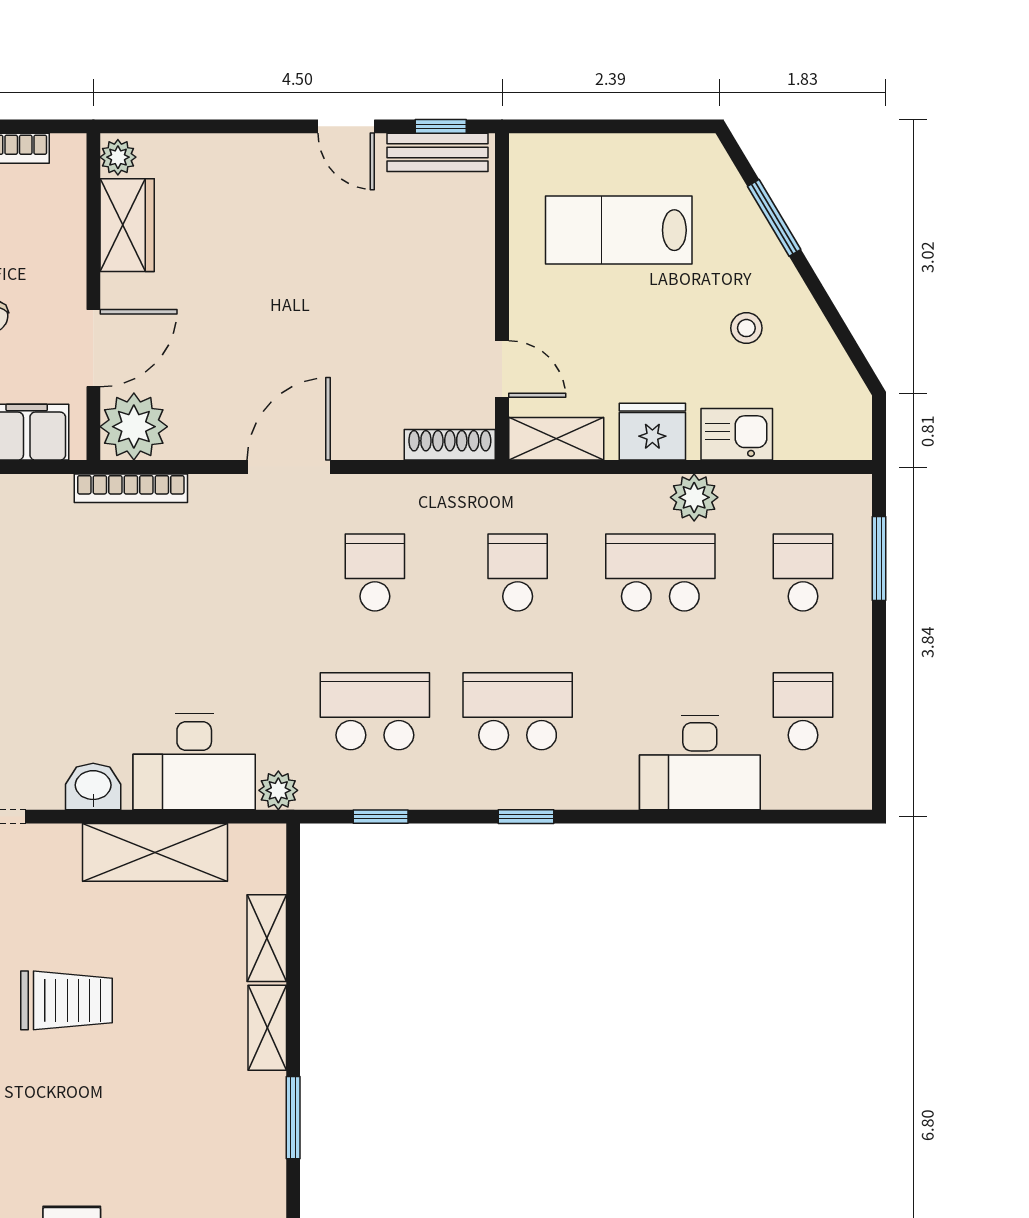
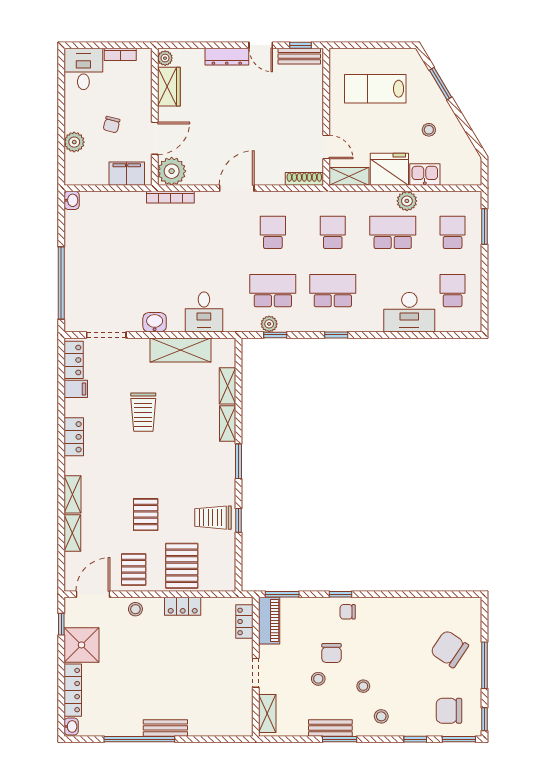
dresser: (265, 153) -> (227, 57), added
fridge: (652, 432) -> (389, 169), width x1.36, depth x1.34
desk: (194, 762) -> (204, 312), width x0.73
plant: (278, 790) -> (269, 324), moved
trolley: (66, 1000) -> (143, 412), turned 90

